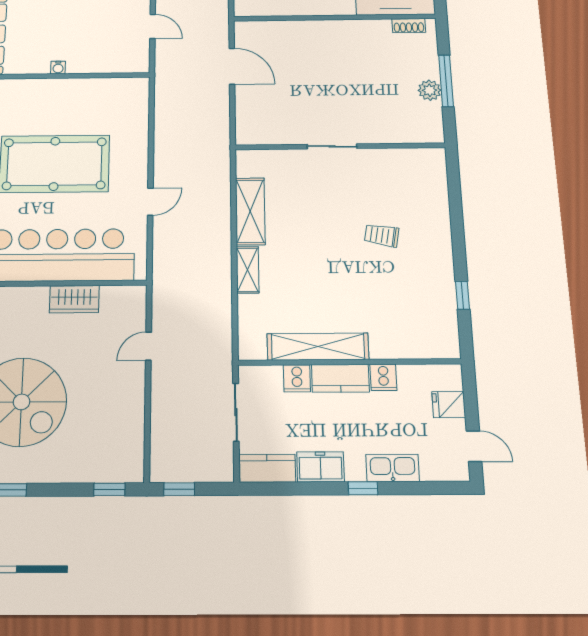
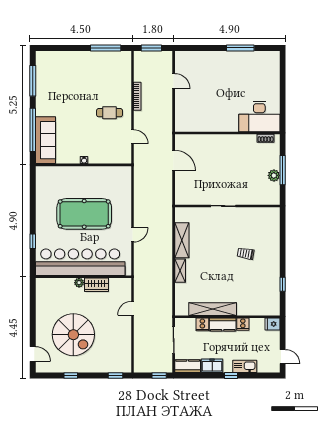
plant: (38, 295) -> (79, 283), added
fridge: (449, 405) -> (272, 324), moved
window: (179, 489) -> (159, 375), moved

